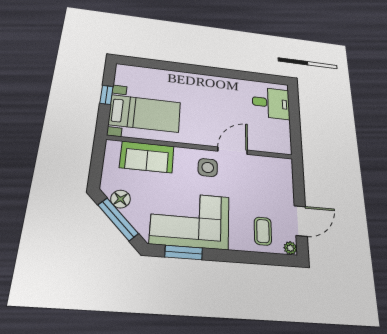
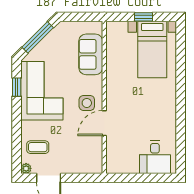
bed with nightstands: (145, 114) -> (152, 49), moved
door: (233, 151) -> (104, 123), swing flipped
floor lamp: (121, 199) -> (54, 38), removed
window: (184, 252) -> (17, 87), width x0.67

